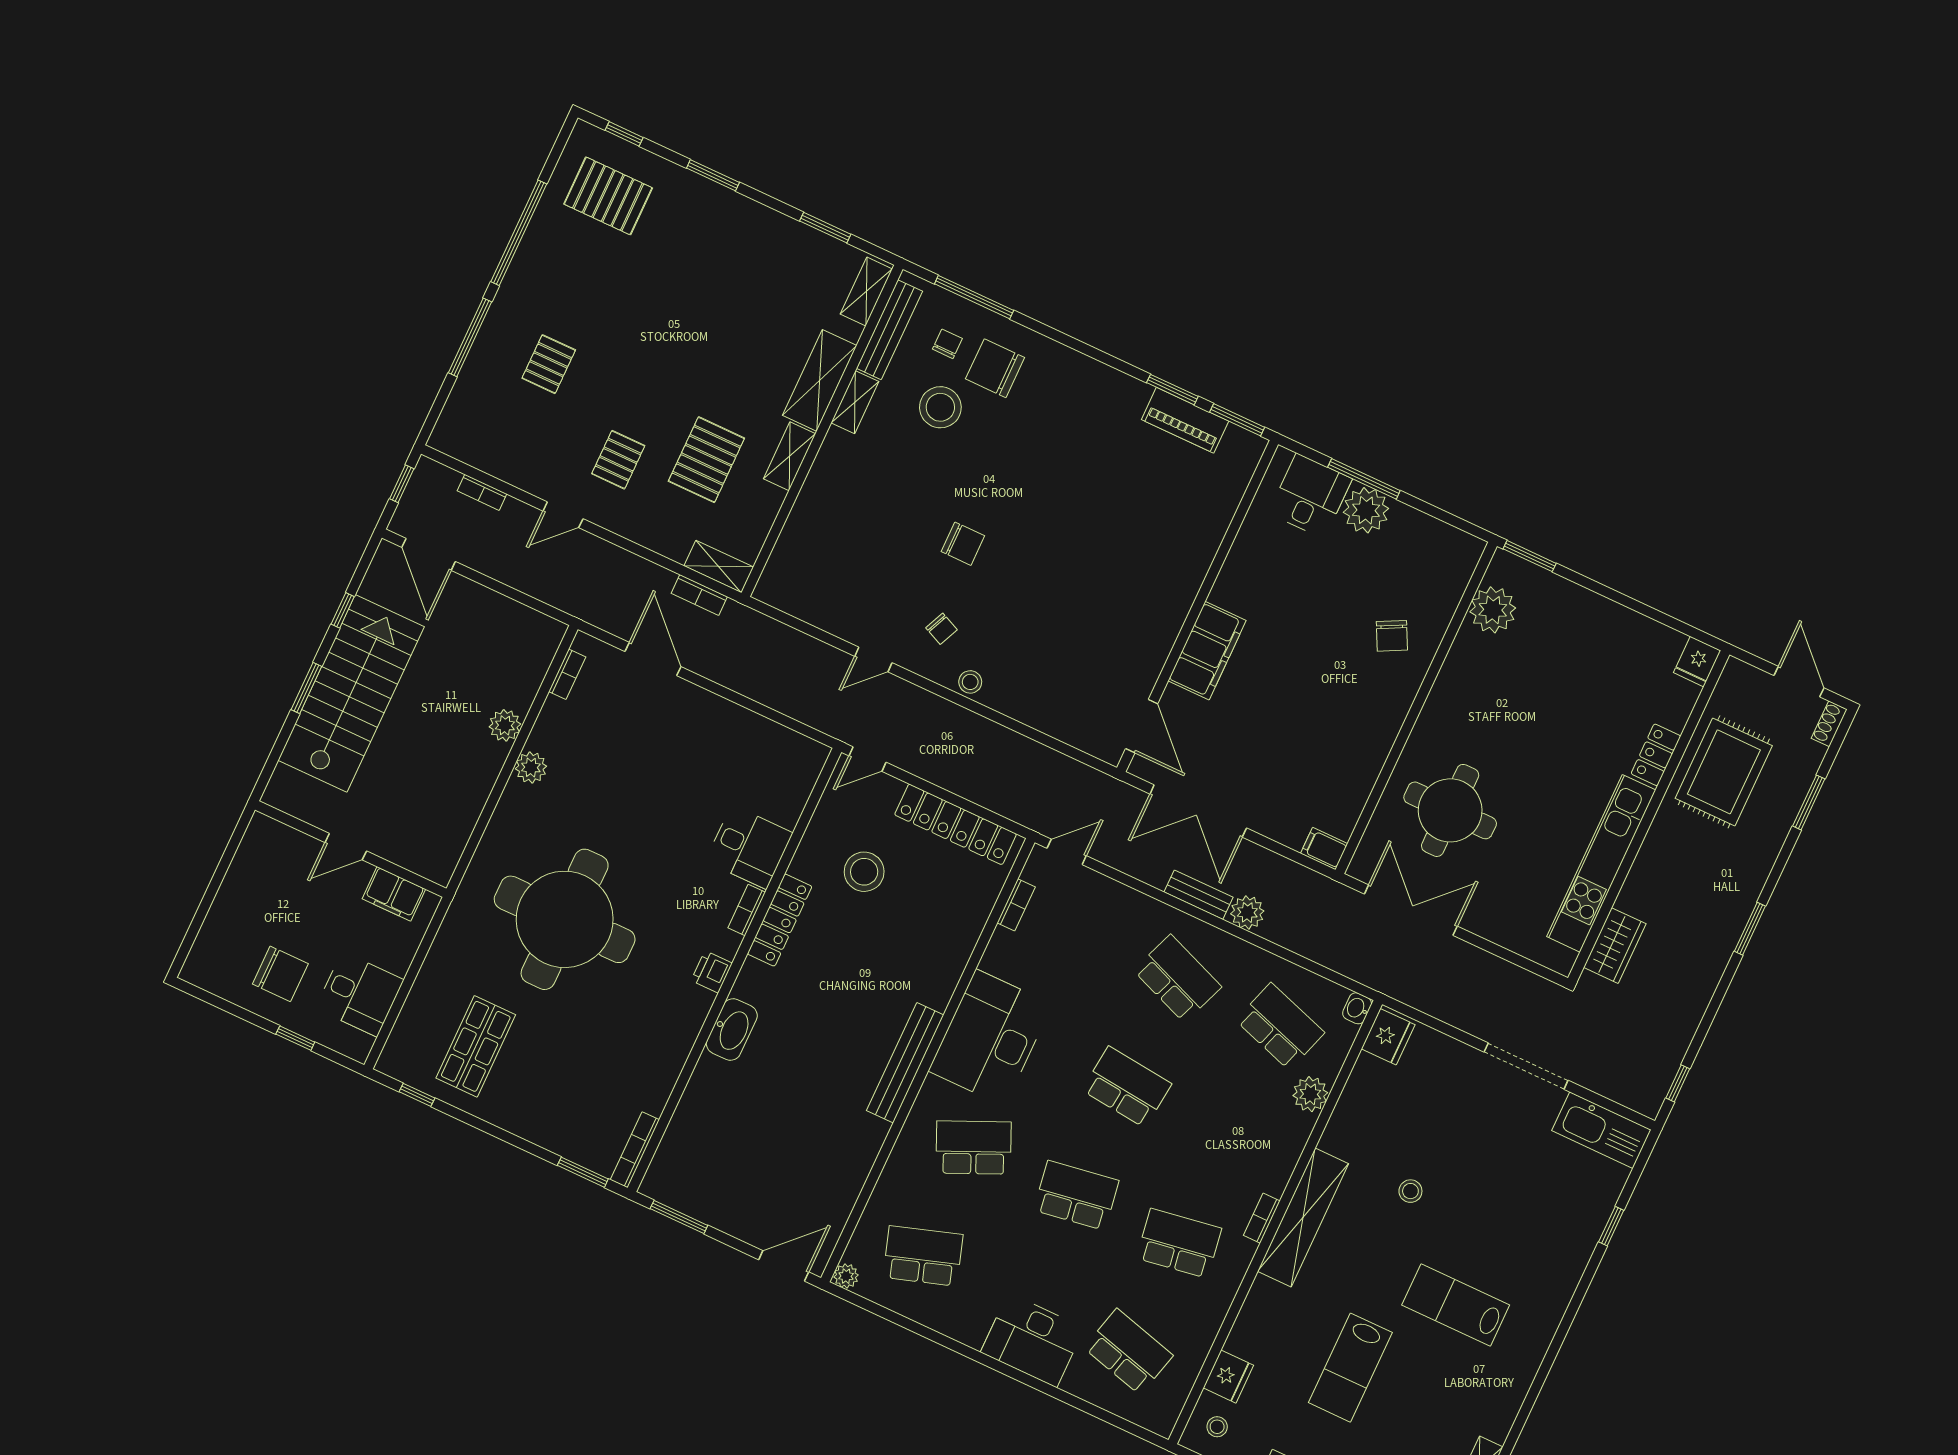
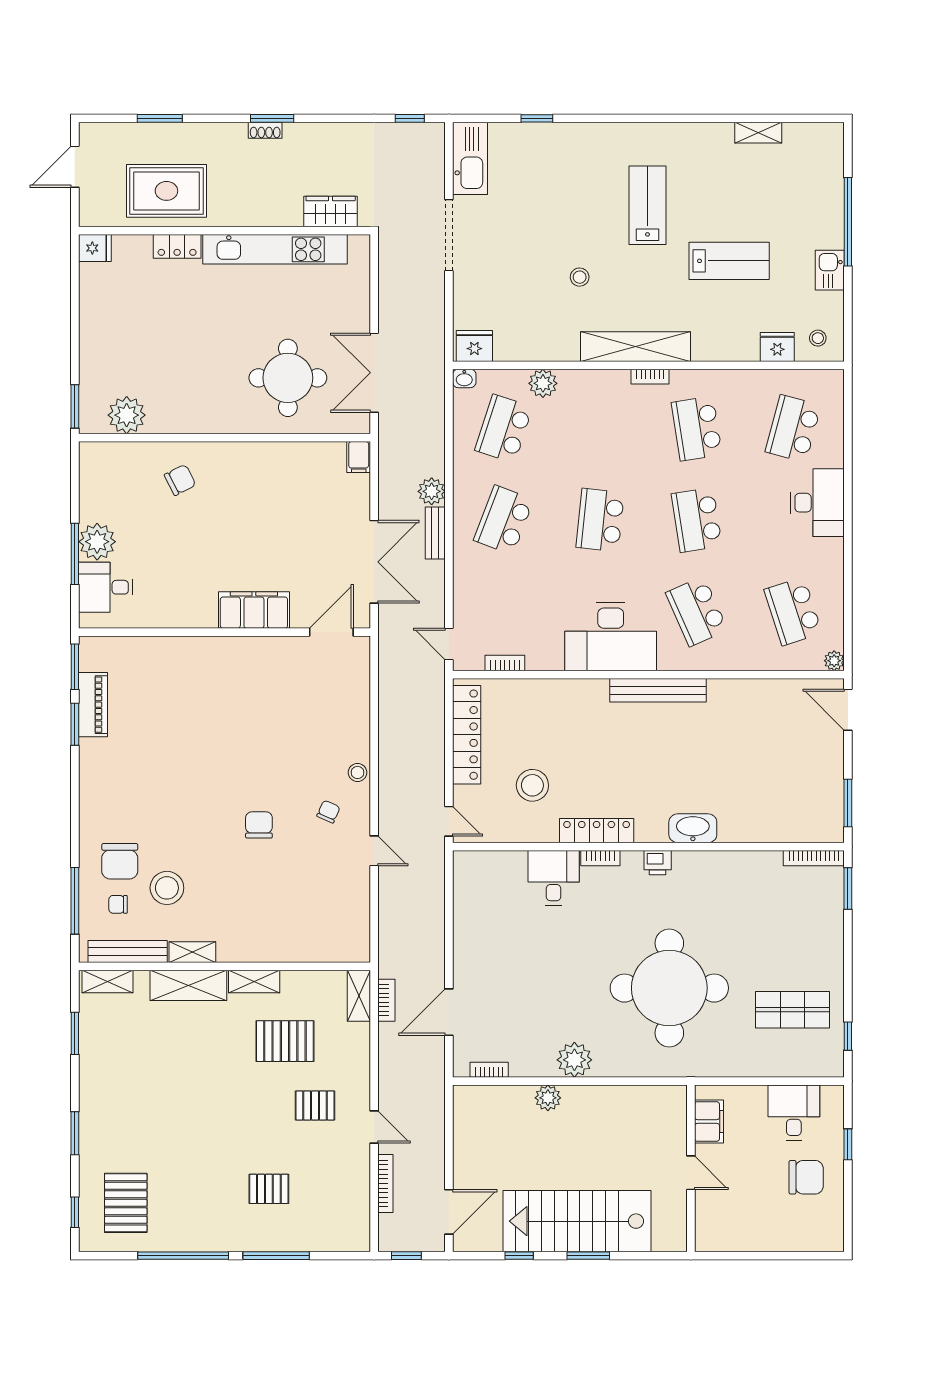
bookcase: (482, 492) -> (385, 1183), width x1.56
shoe rack: (1829, 724) -> (265, 130), moved
plant: (531, 767) -> (574, 1060), width x1.36, depth x1.36
chair: (280, 974) -> (806, 1177), turned 90
lab bench: (1456, 1305) -> (647, 205), turned 180

